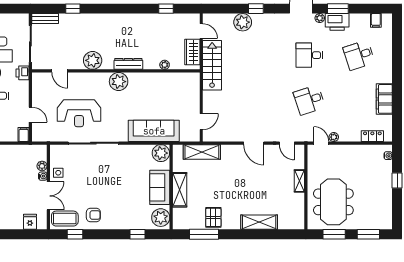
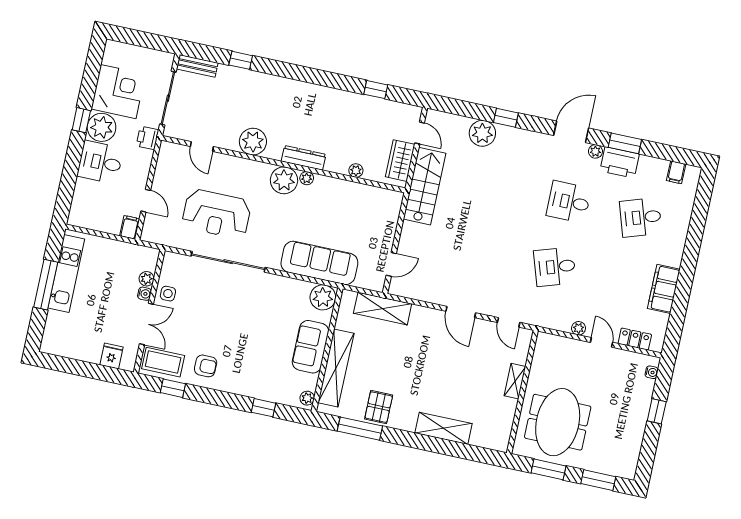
plant: (133, 77) -> (307, 178), added
door: (321, 143) -> (601, 342), moved
shelving: (180, 190) -> (336, 368), width x1.47
plant: (161, 218) -> (307, 398), width x0.53, depth x0.53

